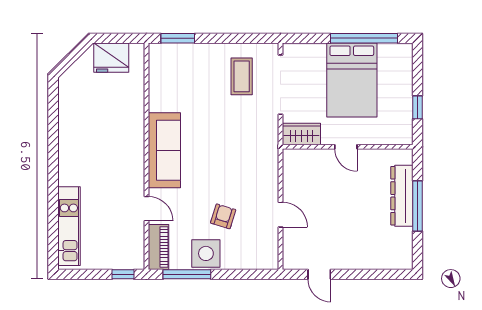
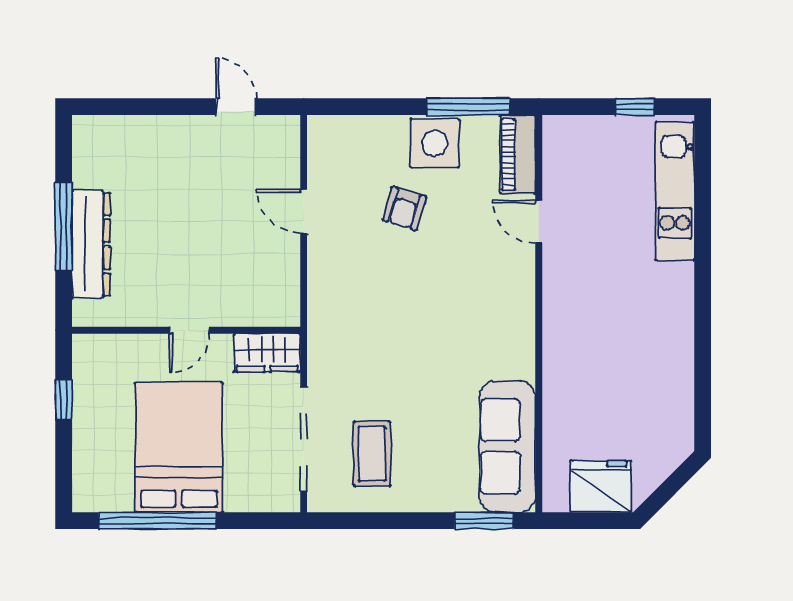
door: (346, 147) -> (189, 330), swing flipped
sofa: (164, 150) -> (507, 446), moved
window: (123, 274) -> (635, 107), moved

